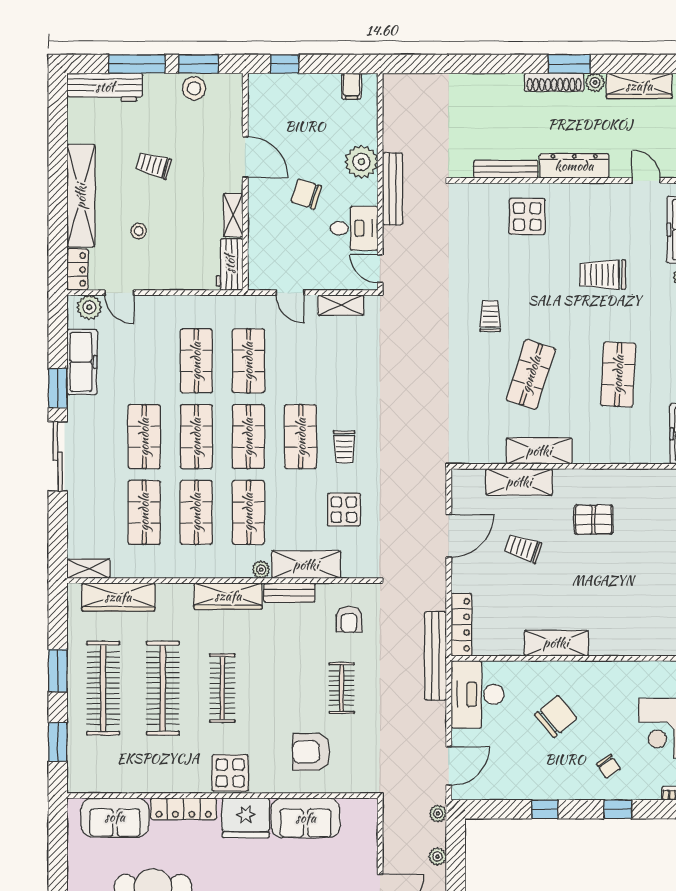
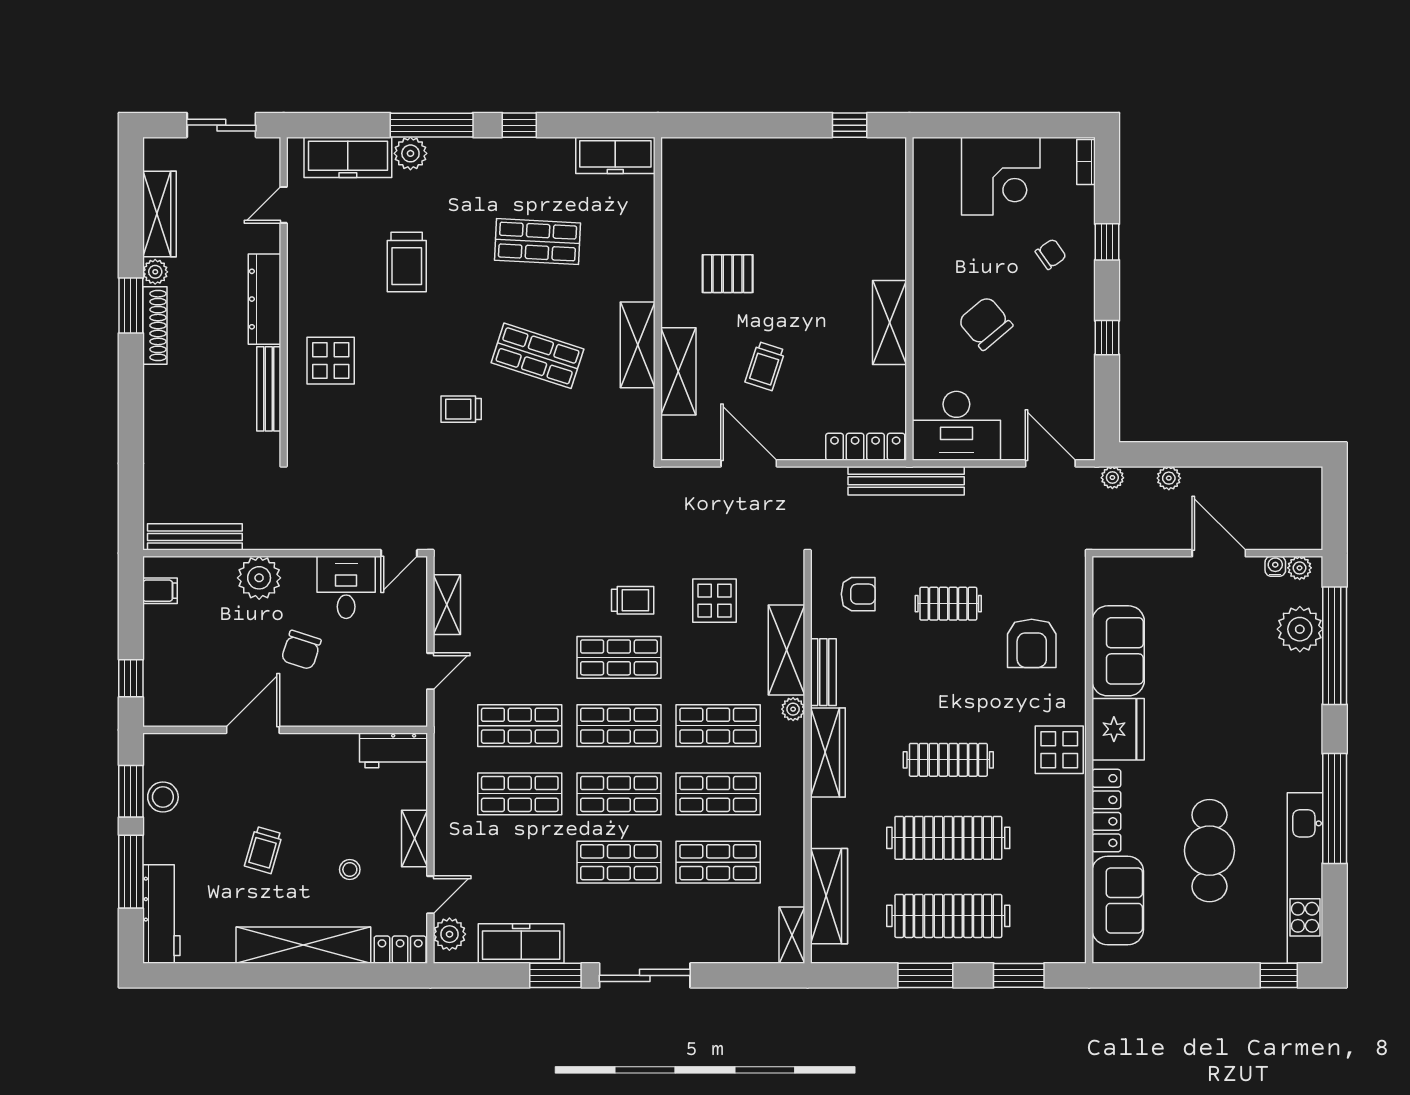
bench: (393, 189) -> (195, 537), moved
shelving: (233, 215) -> (415, 838), moved, turned 90
pallet: (594, 520) -> (728, 274), turned 90

